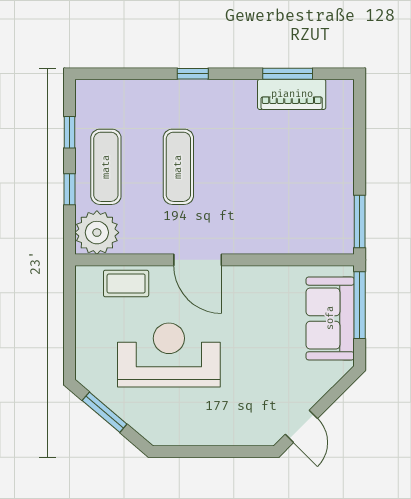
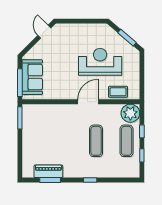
door: (198, 260) -> (88, 102), hinge flipped
reception desk: (169, 355) -> (100, 62), turned 180

